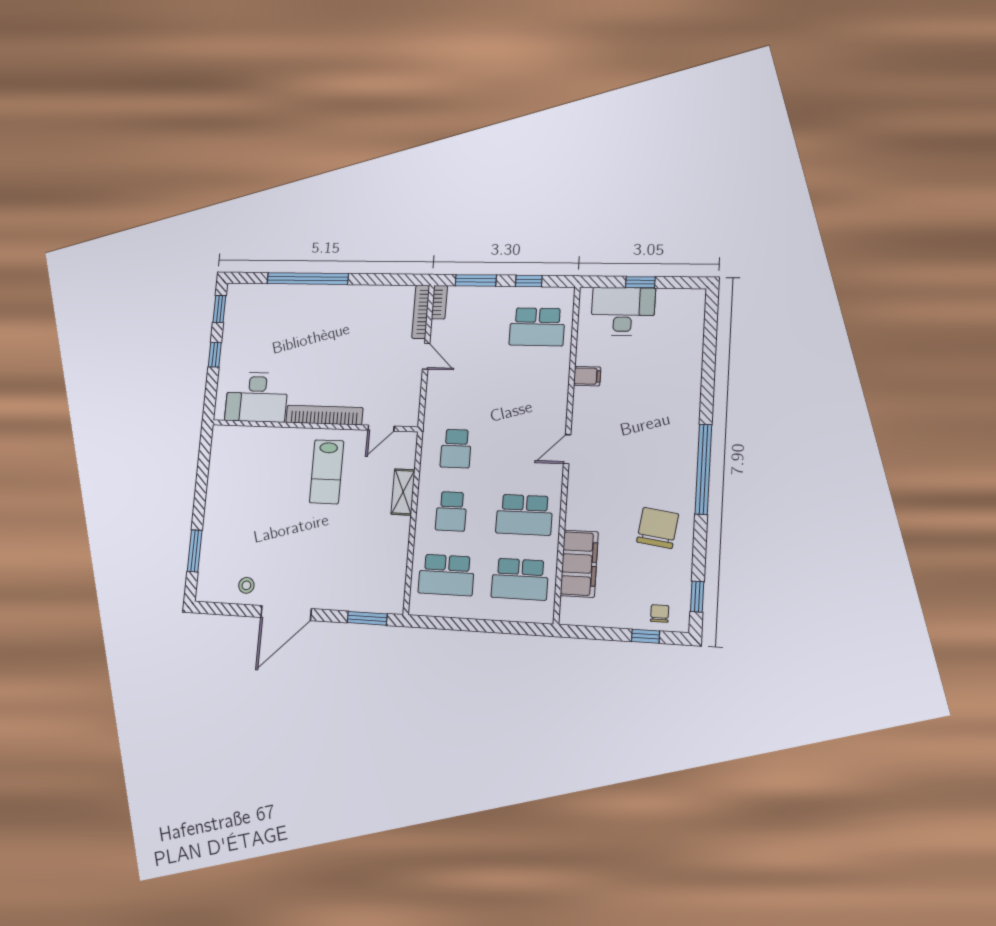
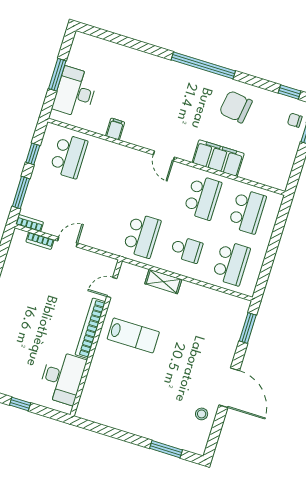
window: (640, 282) -> (57, 75), width x1.50
bookcase: (421, 312) -> (40, 241), width x0.64
door: (381, 428) -> (112, 288), swing flipped
school desk: (456, 449) -> (142, 236), width x1.85
filing cabinet: (579, 564) -> (218, 158), moved

